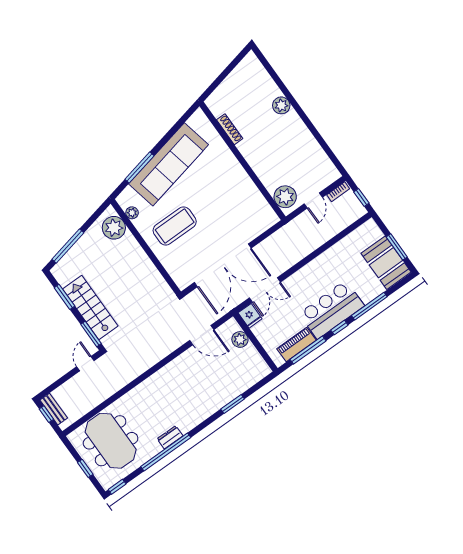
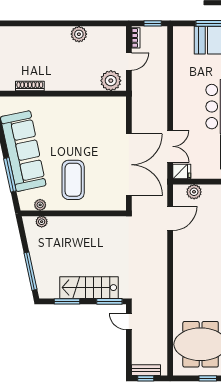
plant: (281, 105) -> (79, 34), moved
door: (313, 201) -> (129, 61), hinge flipped
plant: (114, 228) -> (42, 222), width x0.53, depth x0.53

